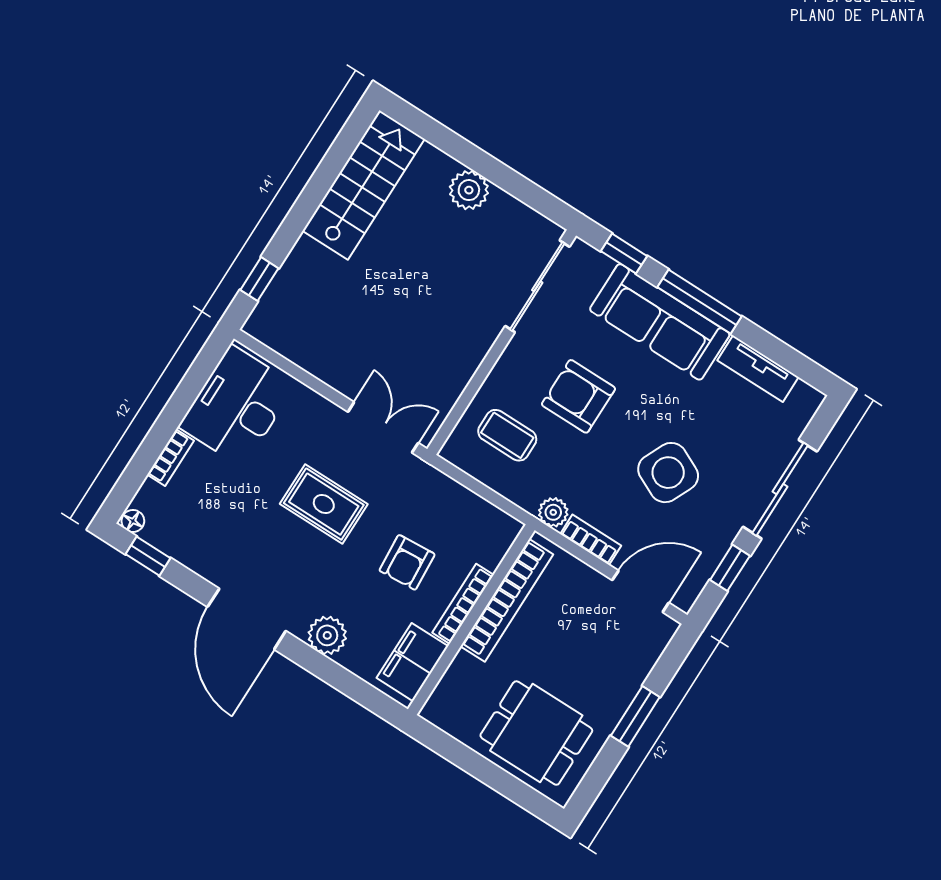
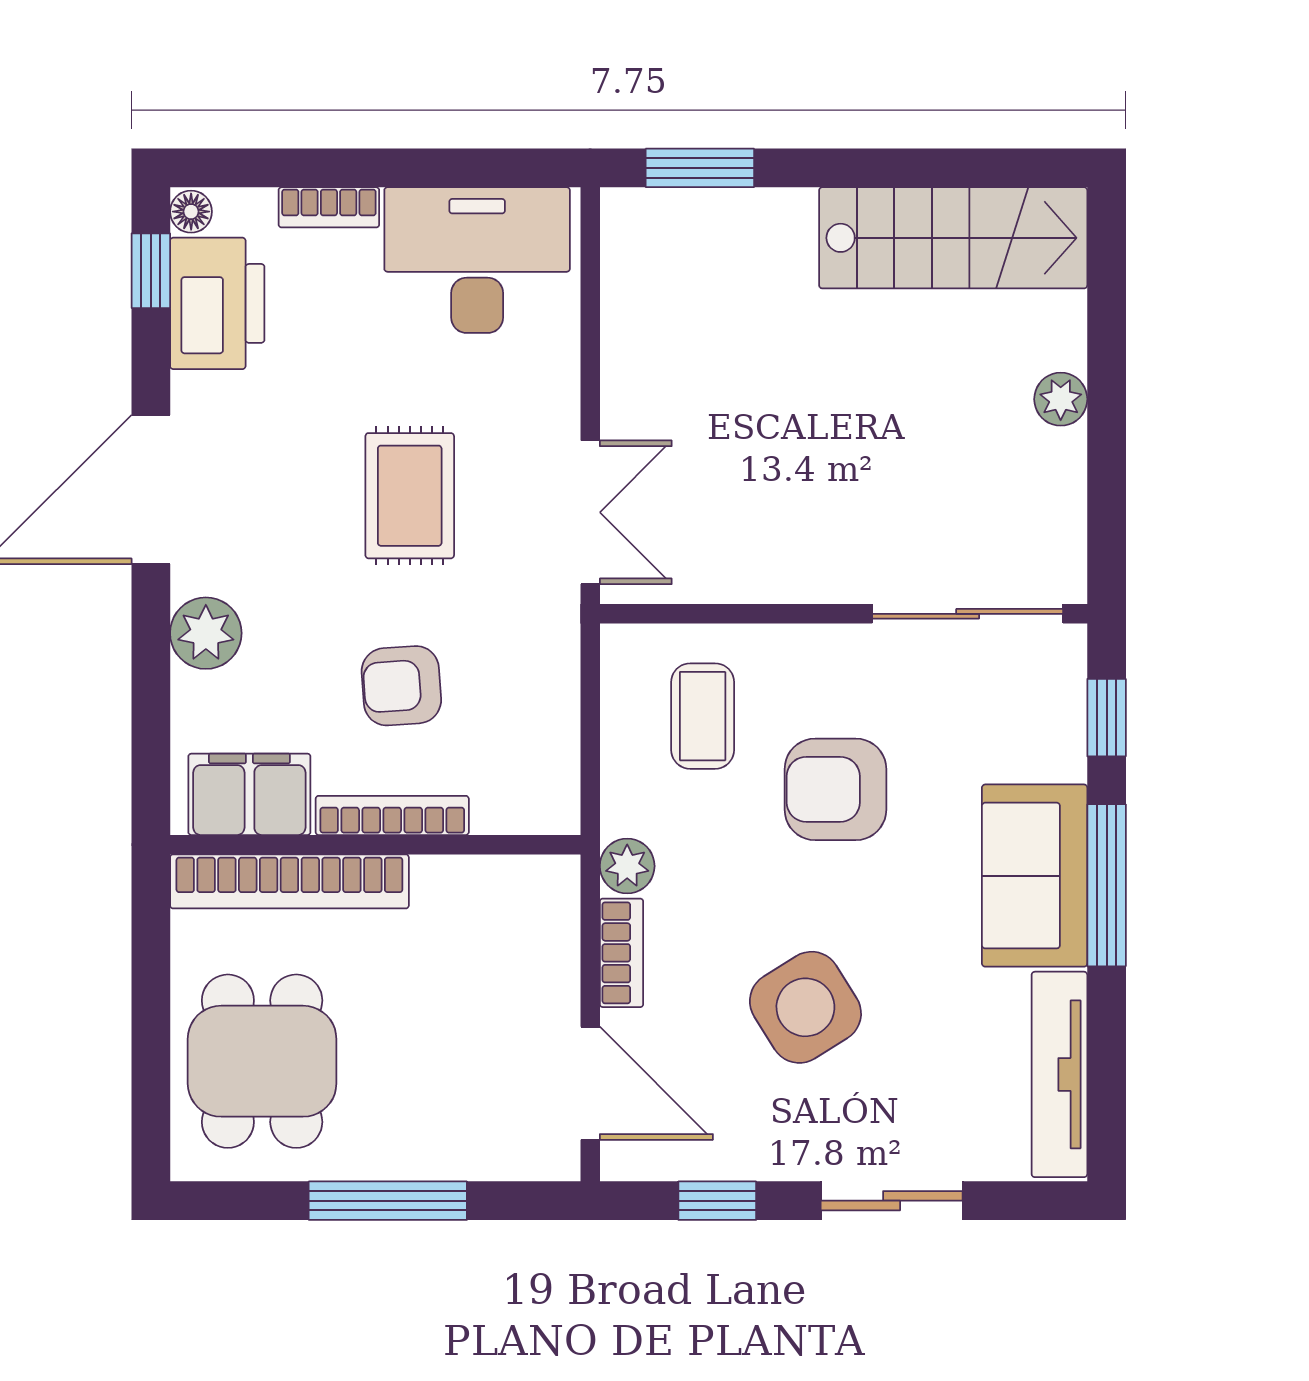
plant: (469, 190) -> (1061, 399), width x0.73, depth x0.73
window: (259, 279) -> (700, 168), width x1.50
sofa: (660, 322) -> (1035, 876), width x0.73
tv unit: (758, 369) -> (1059, 1074), width x1.41
armchair: (578, 396) -> (835, 789), turned -90
side table: (668, 473) -> (805, 1007), turned 33
sliding door: (780, 489) -> (892, 1201), width x0.73
printer: (182, 536) -> (217, 303), added
bookcase: (507, 600) -> (289, 881), moved
window: (635, 716) -> (388, 1201), width x1.44

